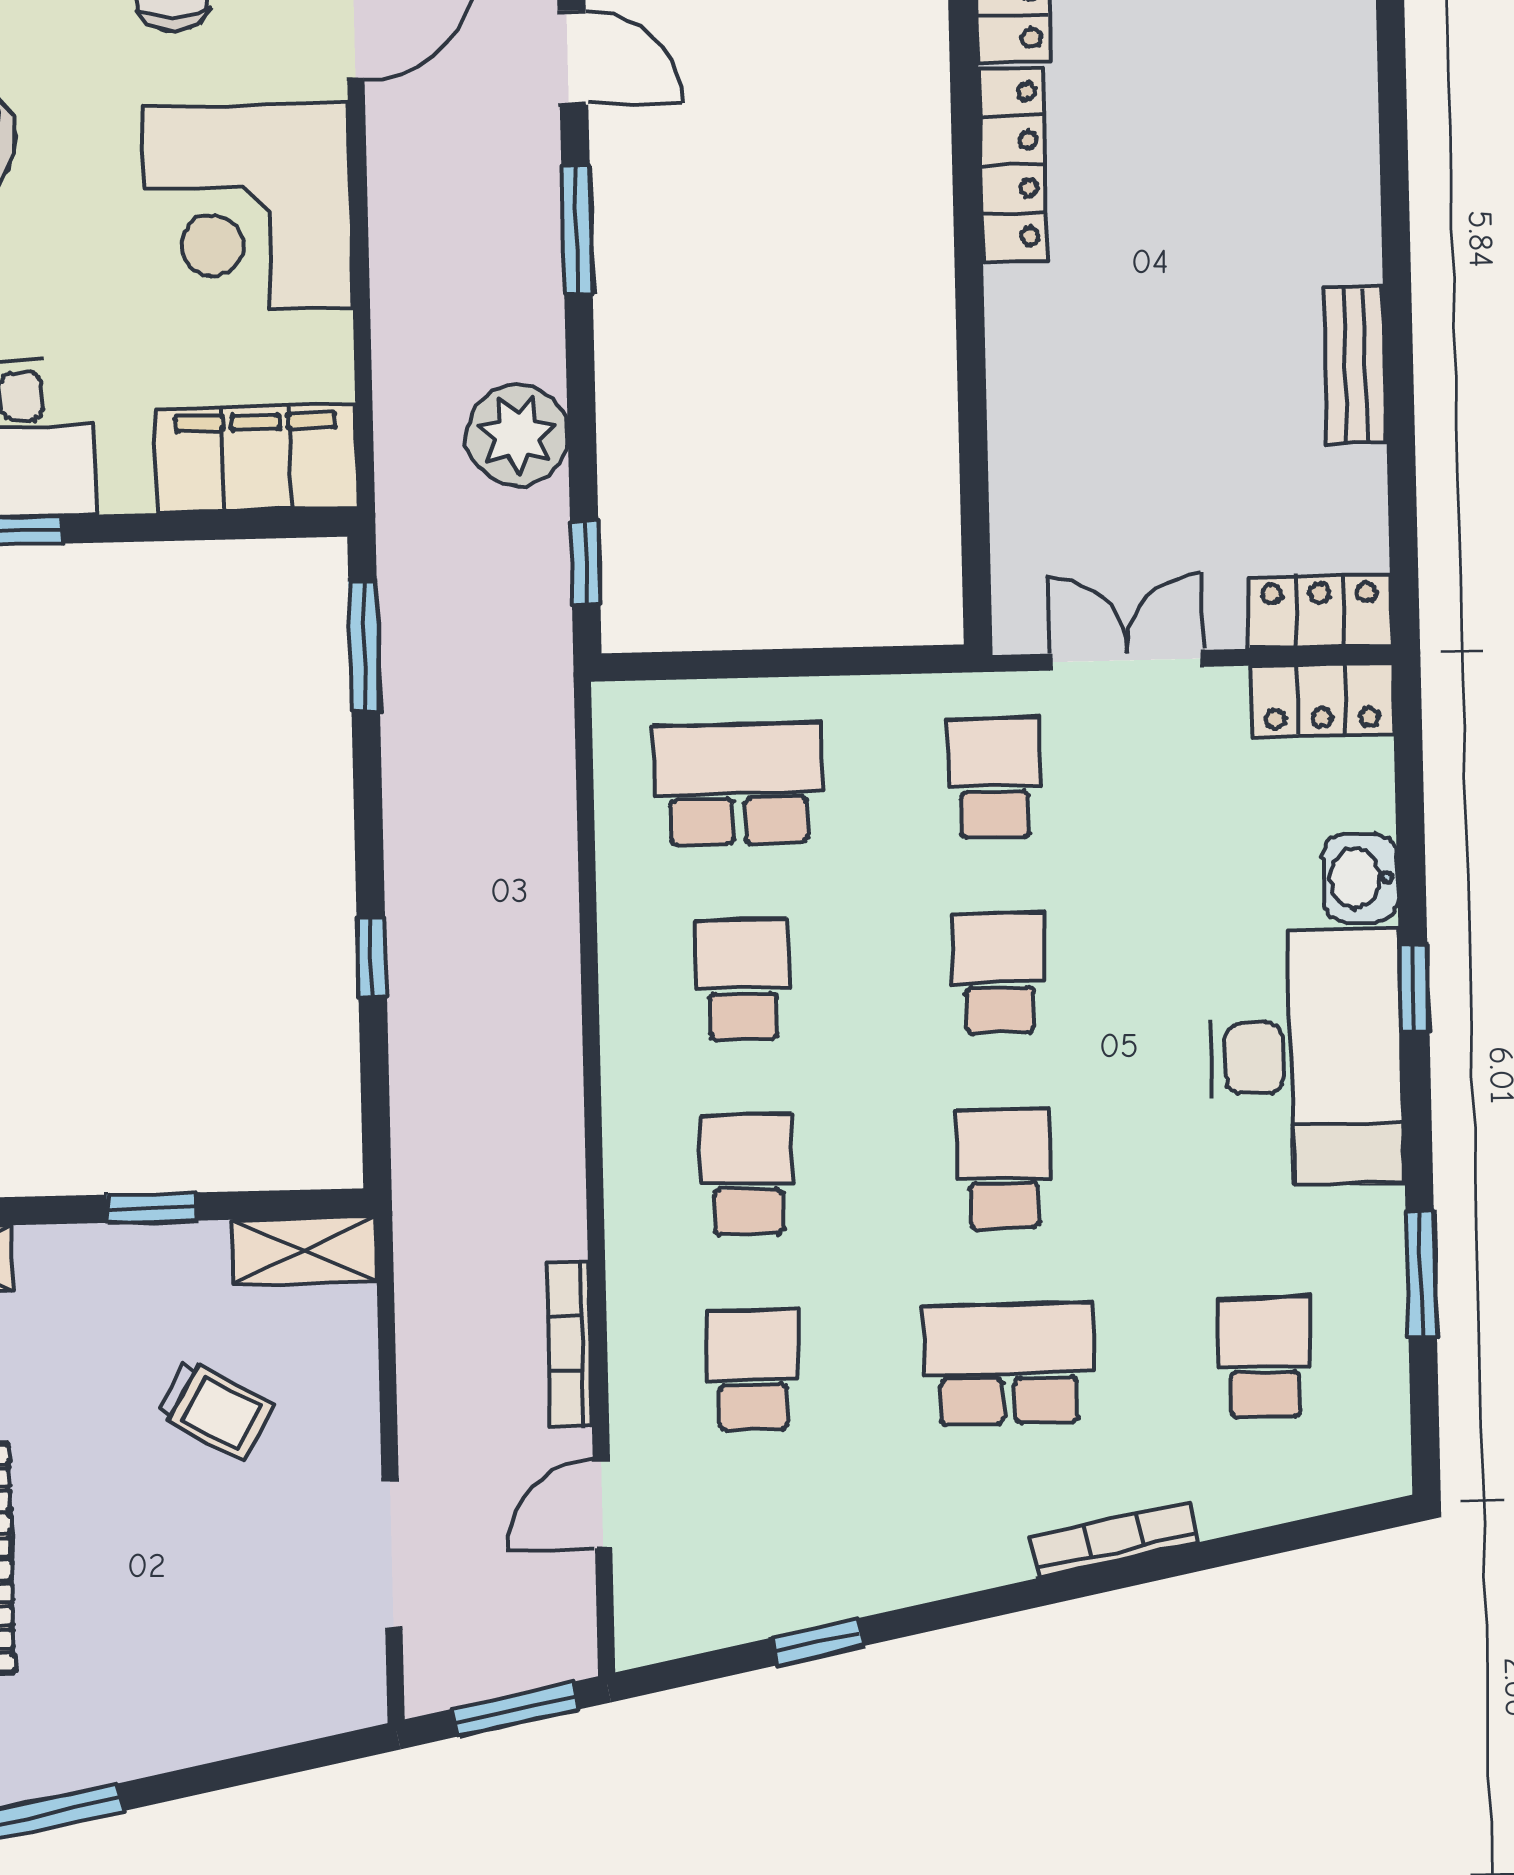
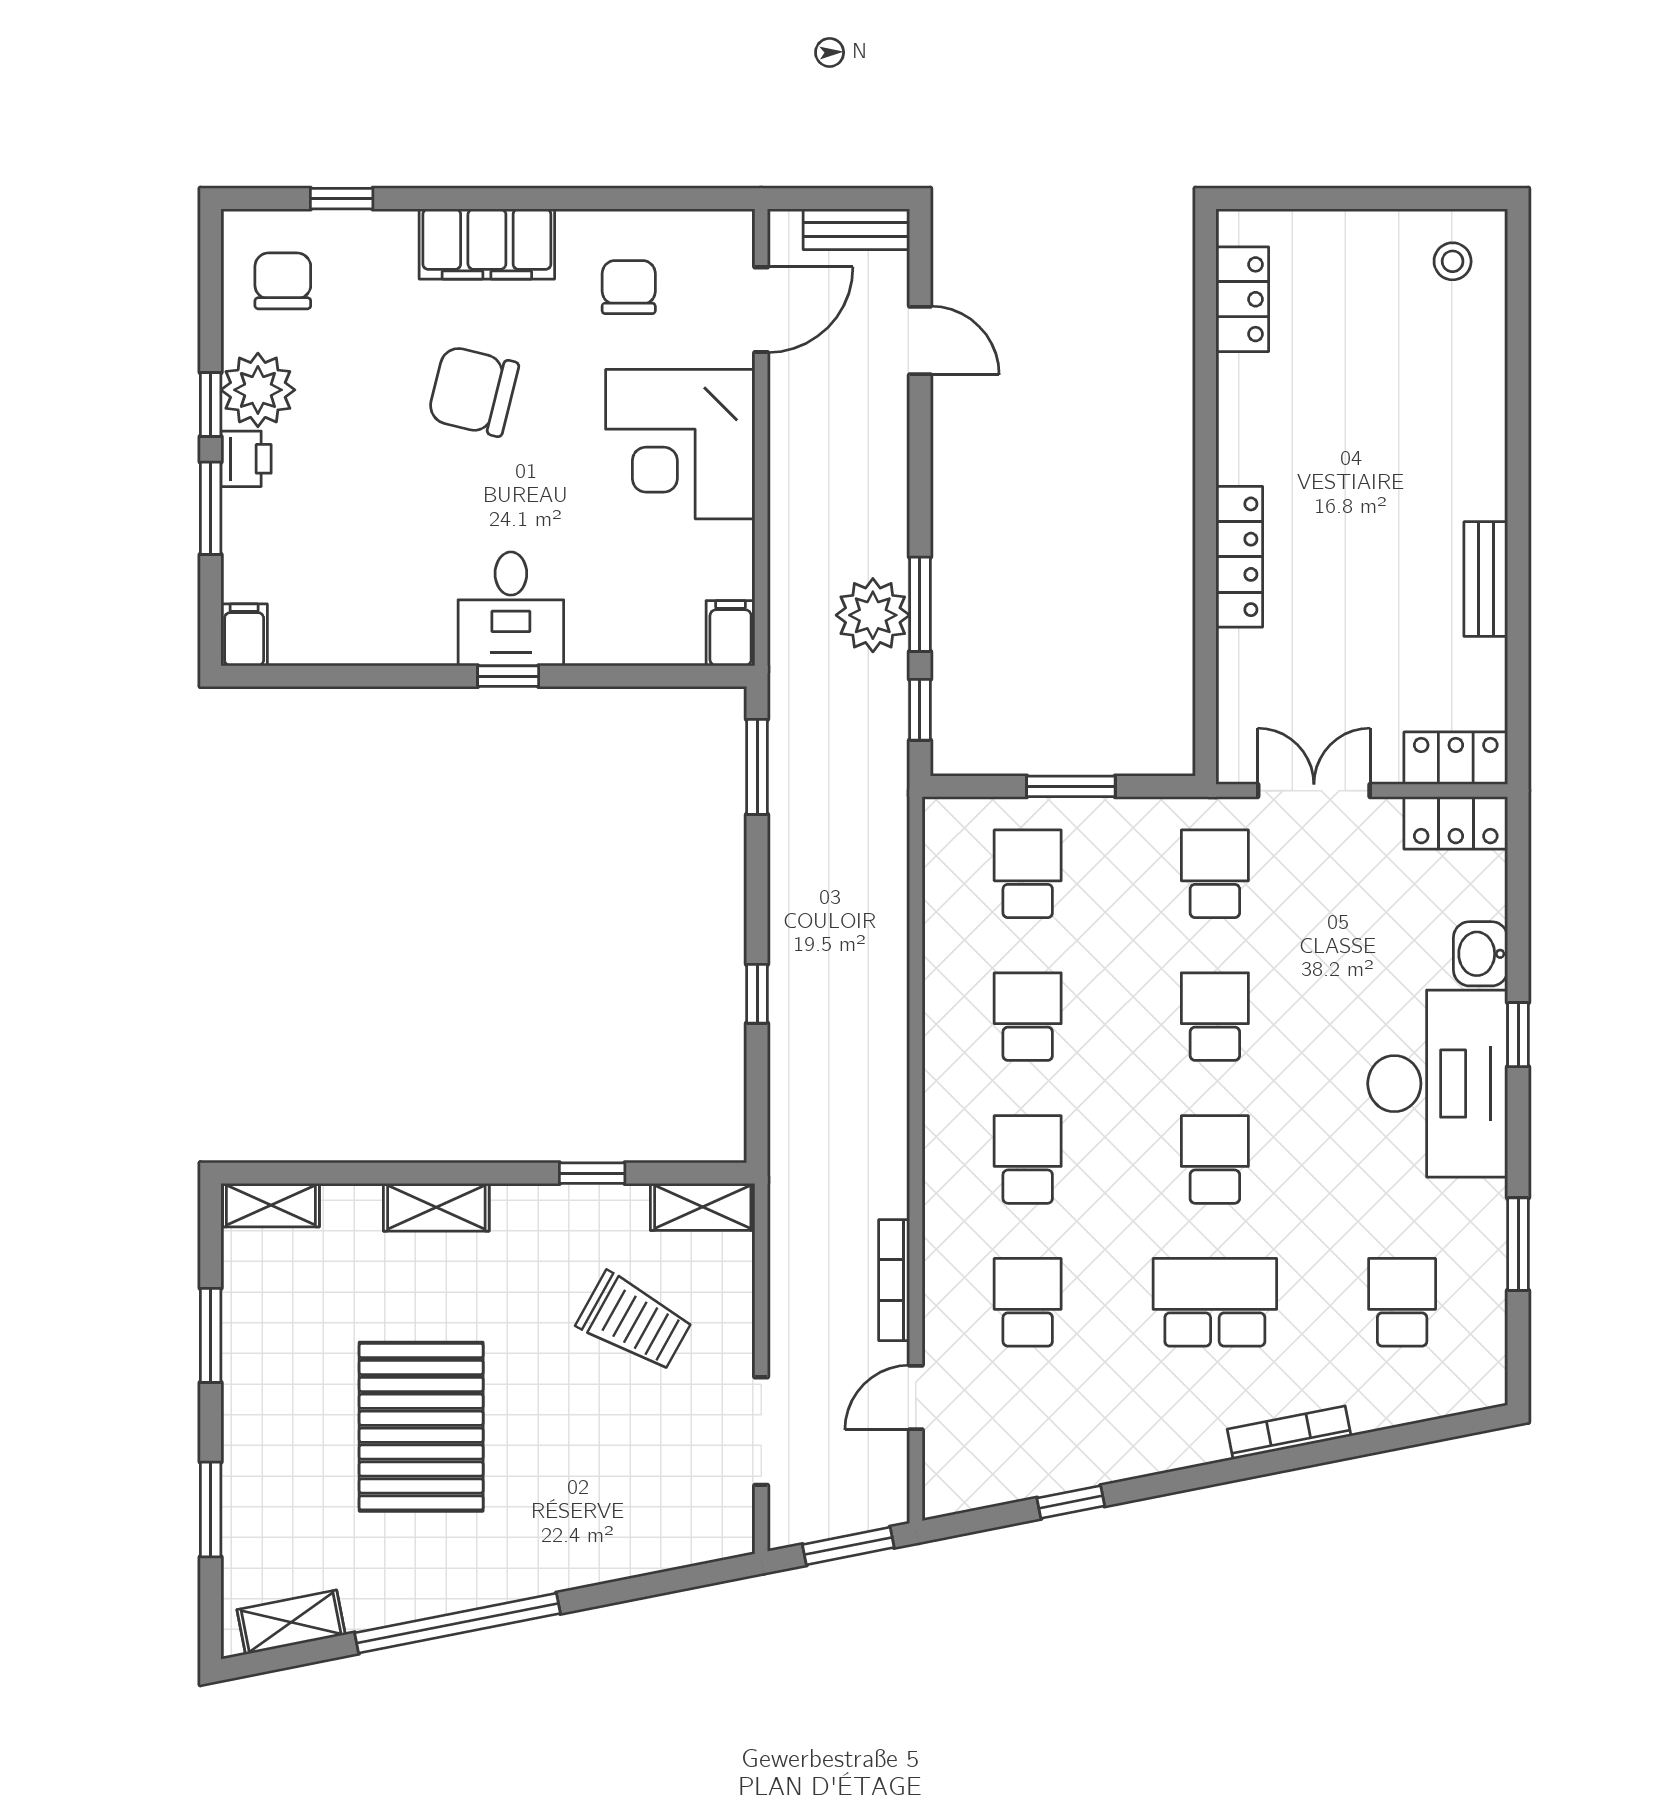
locker: (1012, 164) -> (1239, 557), moved
window: (577, 230) -> (920, 604), moved
filing cabinet: (256, 459) -> (731, 633), width x0.33, depth x0.86
window: (794, 663) -> (1071, 786), added
school desk: (738, 784) -> (1028, 874), width x0.54
trolley: (215, 1410) -> (635, 1322), width x1.36, depth x1.39

